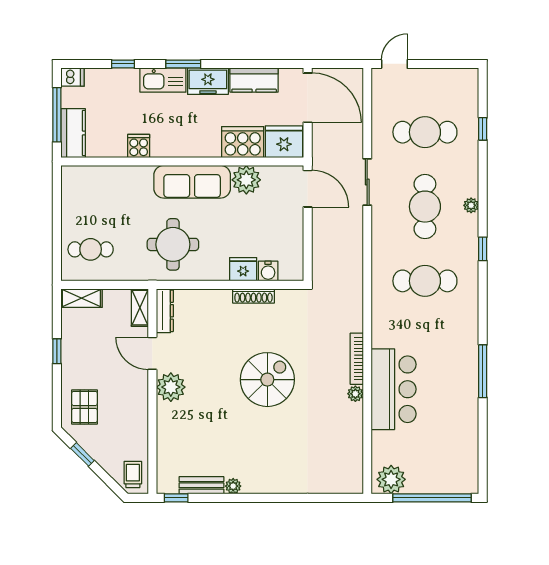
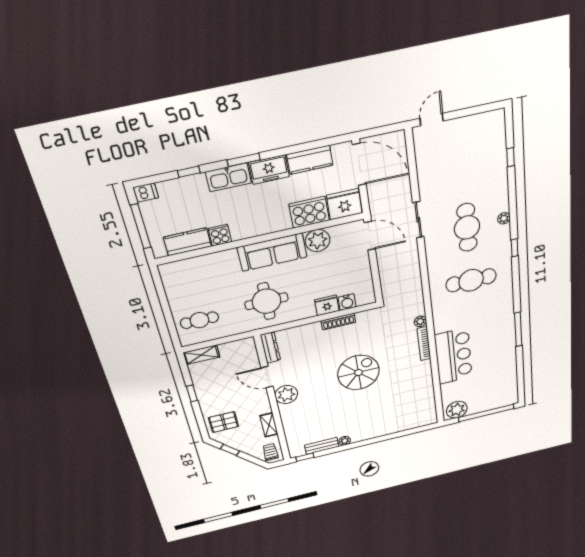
cafe table: (425, 132) -> (463, 170), removed
kitchen counter: (73, 133) -> (187, 242), moved, turned -90
shelving: (140, 308) -> (269, 425), moved
plant: (355, 394) -> (420, 321), moved
pallet: (84, 407) -> (224, 422), turned 90

